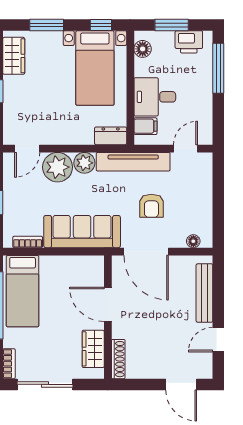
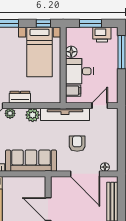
floor lamp: (143, 49) -> (71, 52), moved
dresser: (111, 136) -> (20, 97), moved
plant: (58, 167) -> (10, 113), width x0.53, depth x0.53
armchair: (151, 206) -> (77, 144), turned 180
door: (146, 252) -> (85, 174), moved

